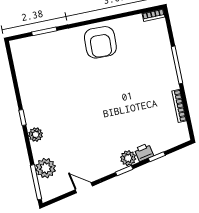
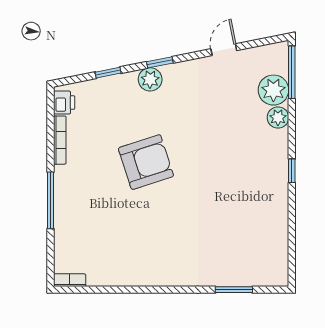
armchair: (100, 42) -> (146, 162), moved, turned 70
plant: (36, 135) -> (278, 118), moved
printer: (144, 152) -> (64, 103), moved, turned -79
door: (84, 188) -> (224, 50), swing flipped

